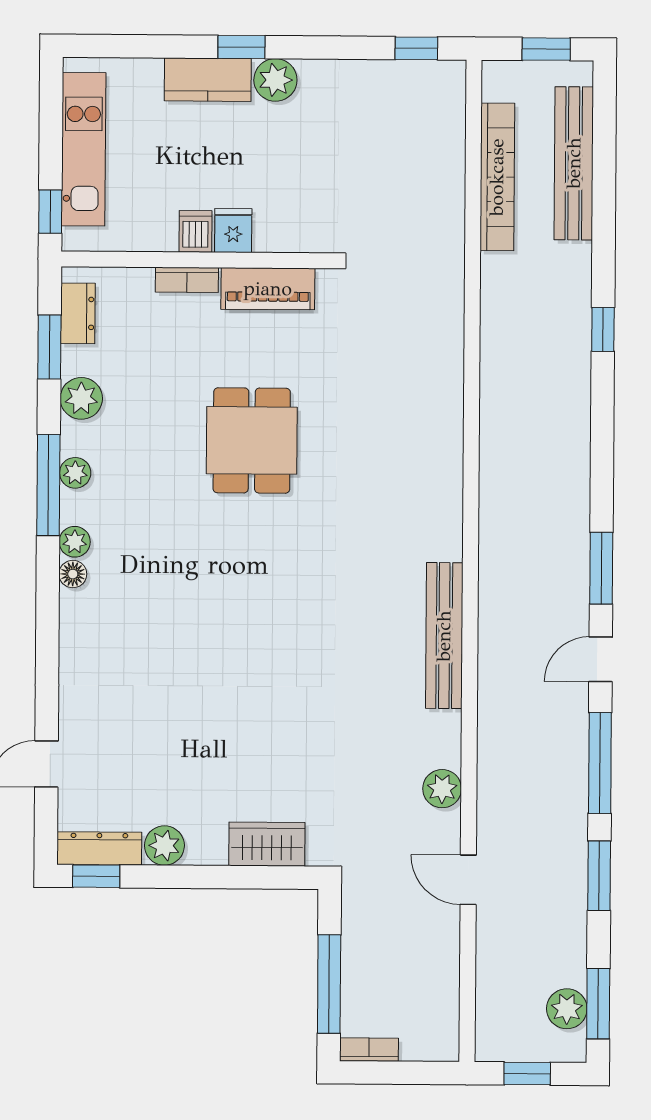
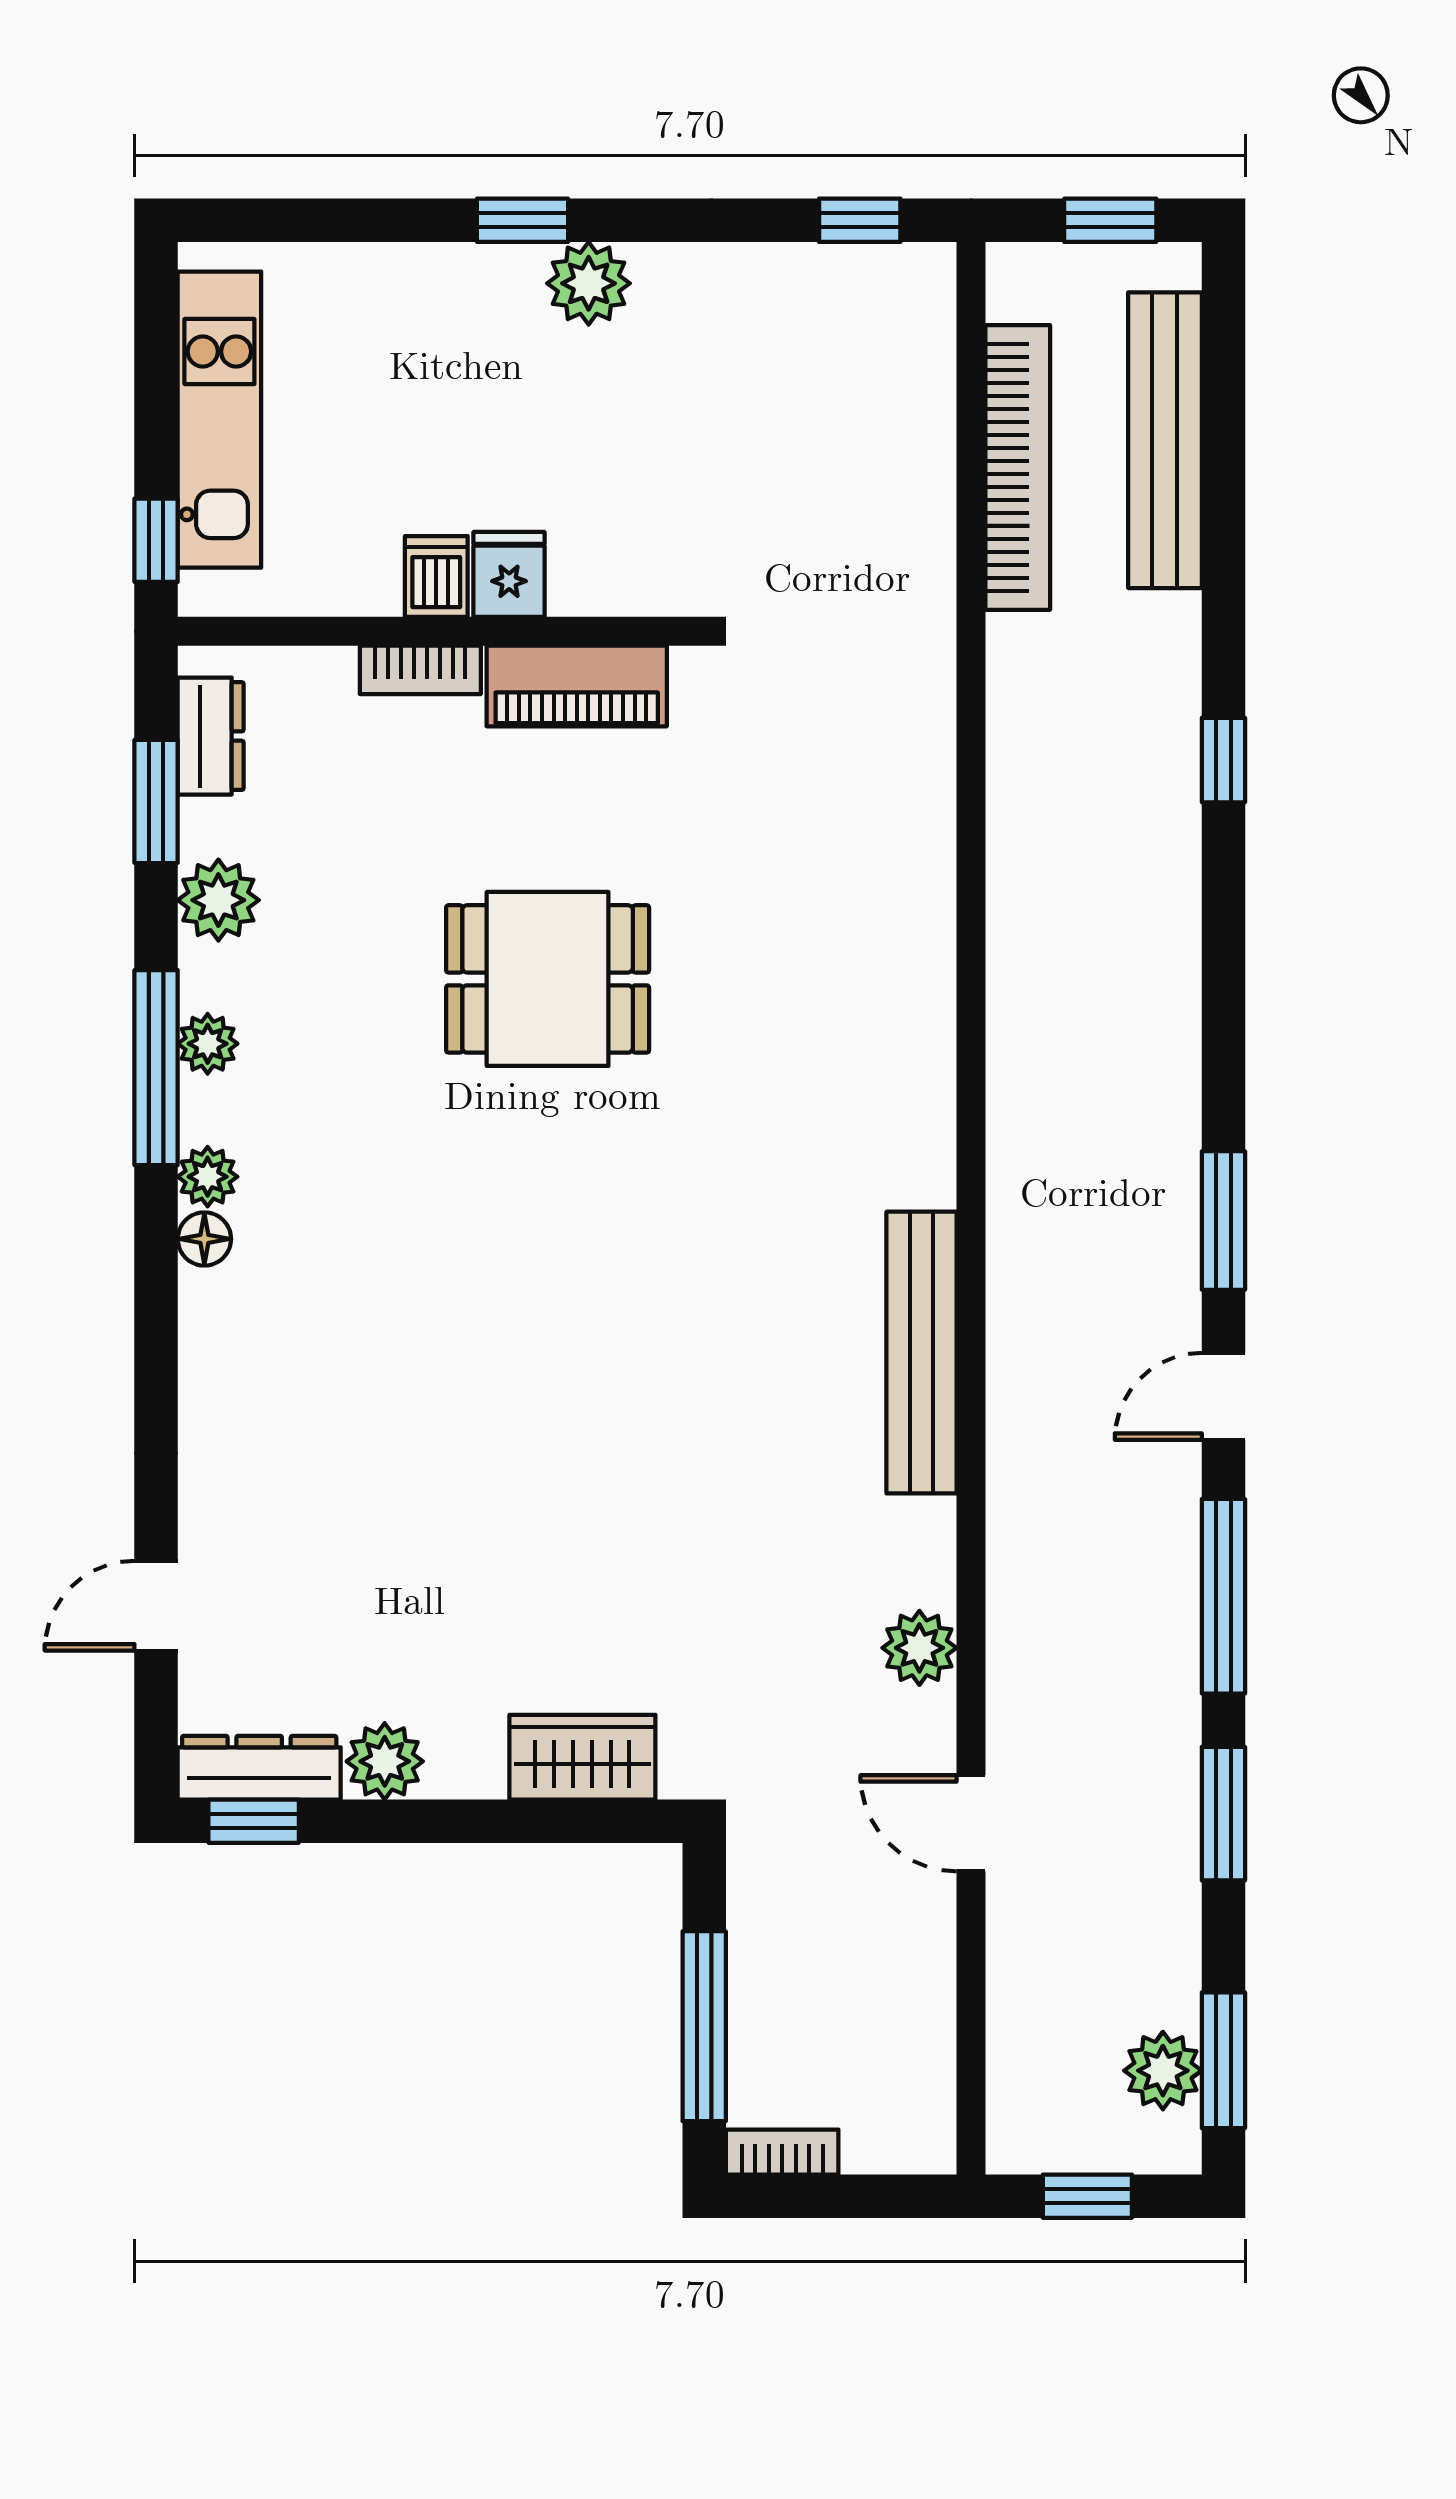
kitchen counter: (208, 80) -> (458, 284), removed
dining table: (252, 440) -> (548, 979), turned 90

